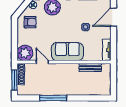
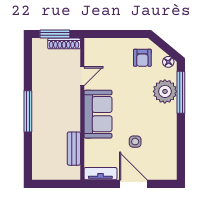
door: (114, 17) -> (133, 184), moved
plant: (25, 53) -> (96, 50), removed
window: (53, 98) -> (28, 111), moved

